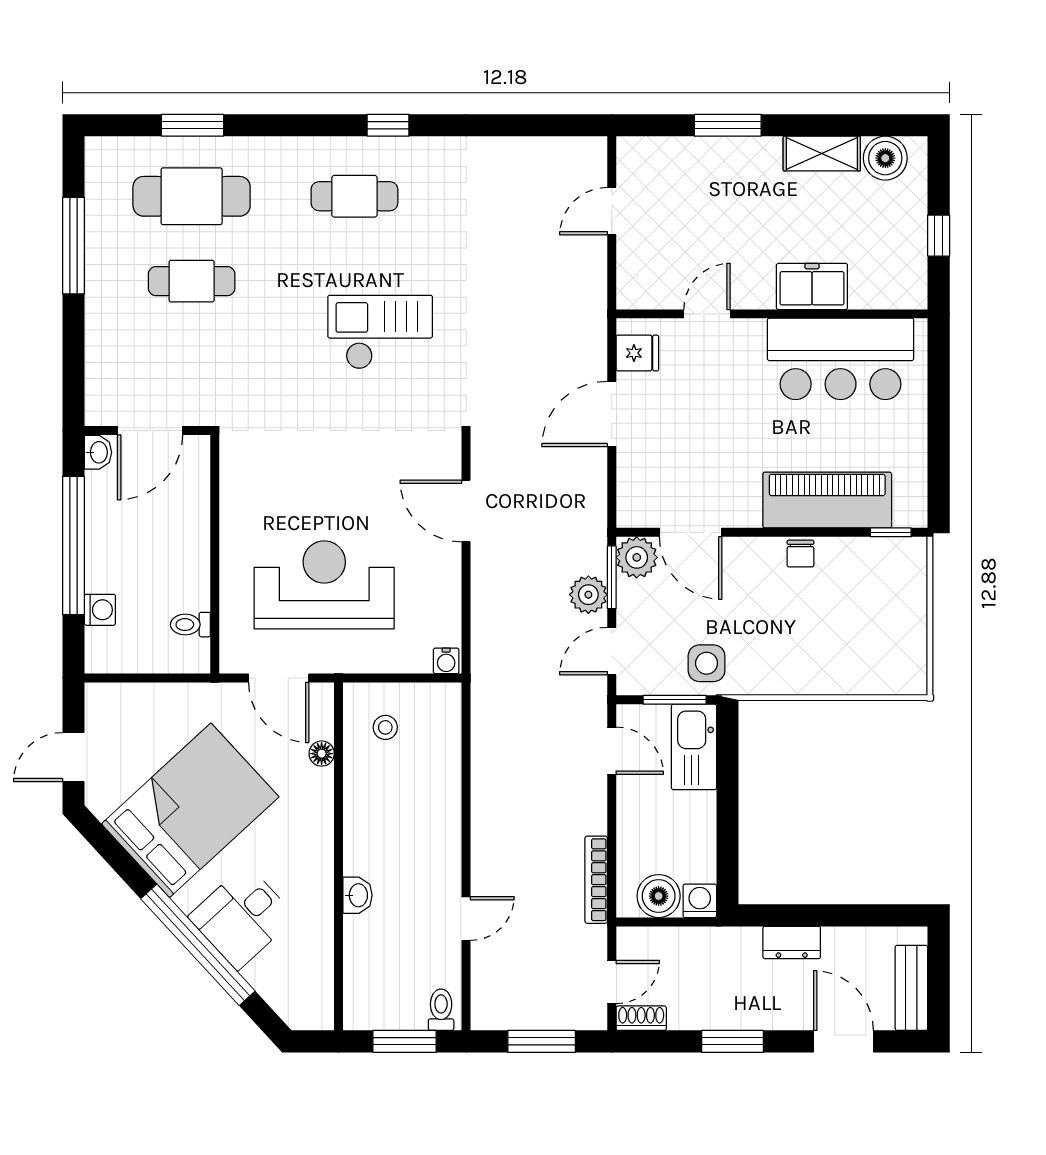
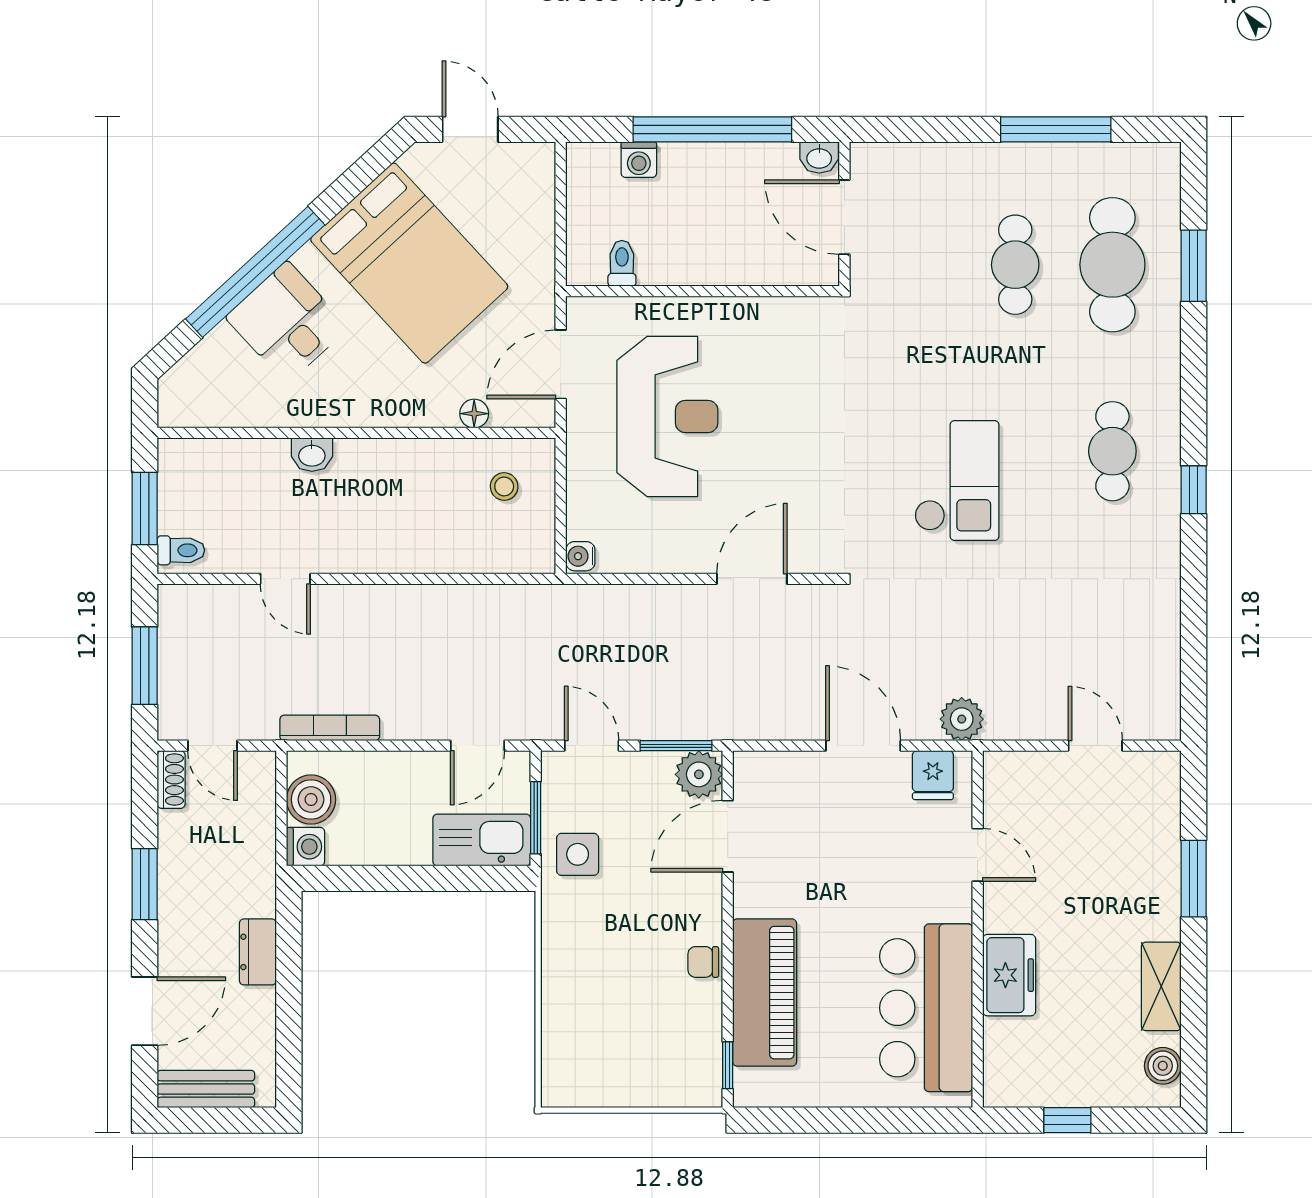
boiler: (885, 158) -> (1163, 1066), width x0.73, depth x0.73
plant: (588, 595) -> (962, 719), moved

